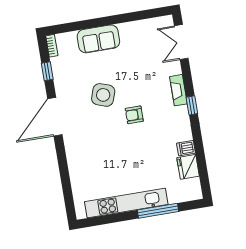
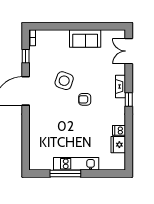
sofa: (98, 39) -> (85, 39), moved
kitchen unit: (126, 203) -> (76, 164), width x0.73
window: (158, 211) -> (65, 173), moved

